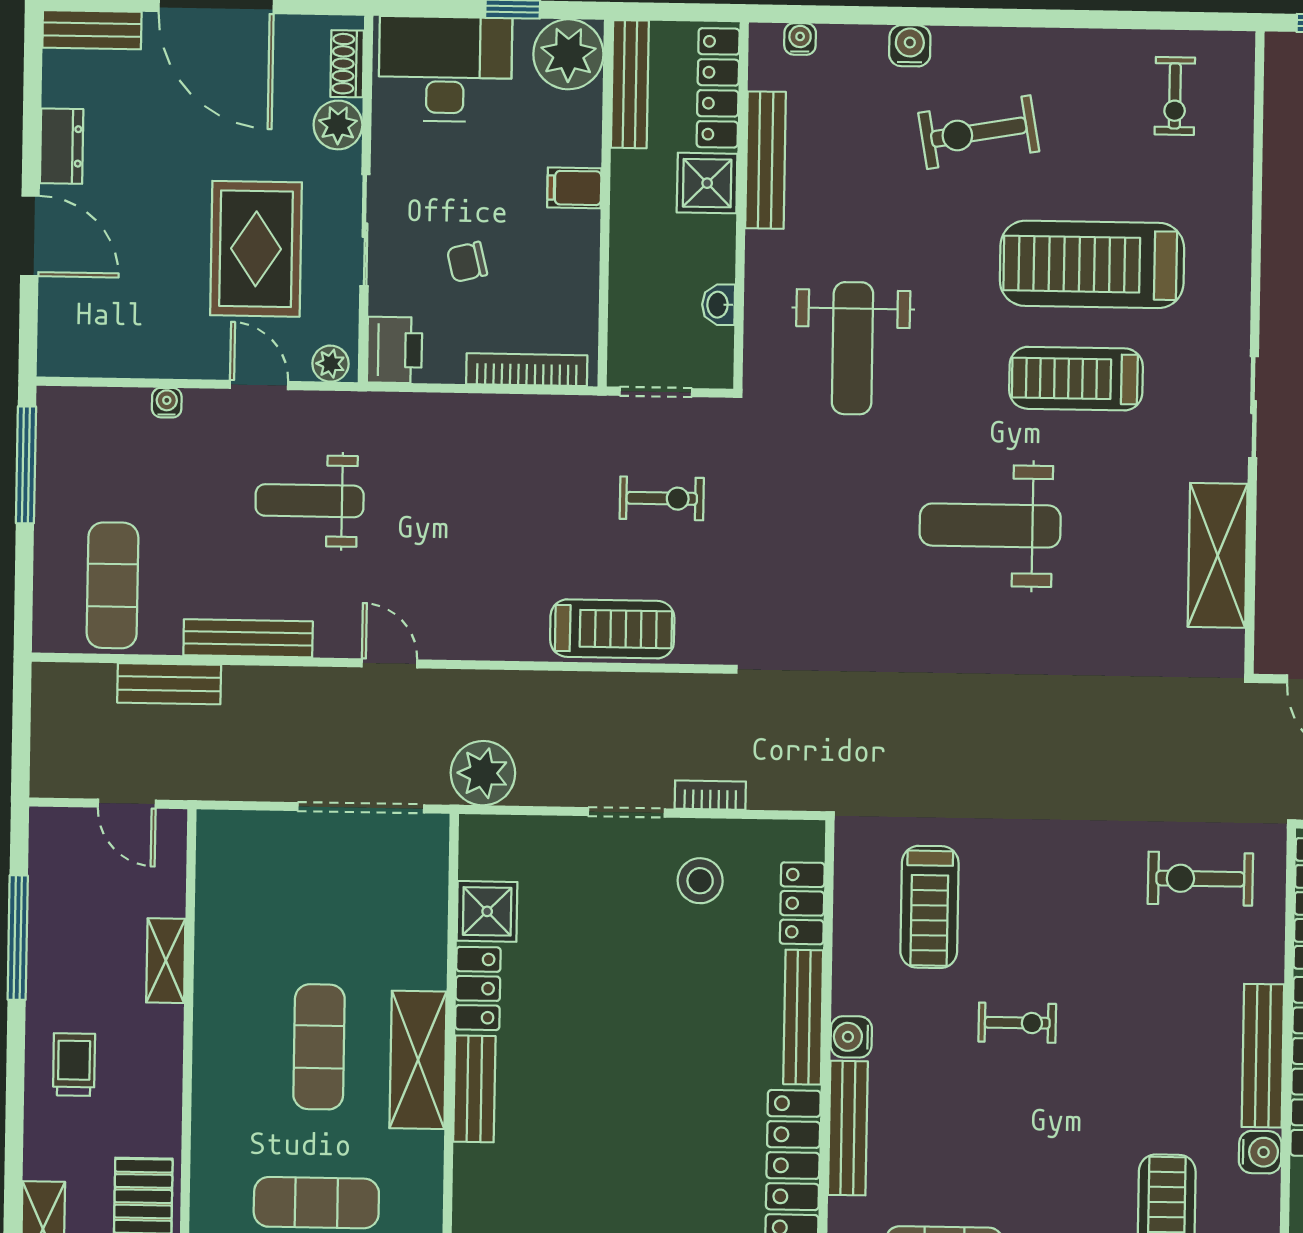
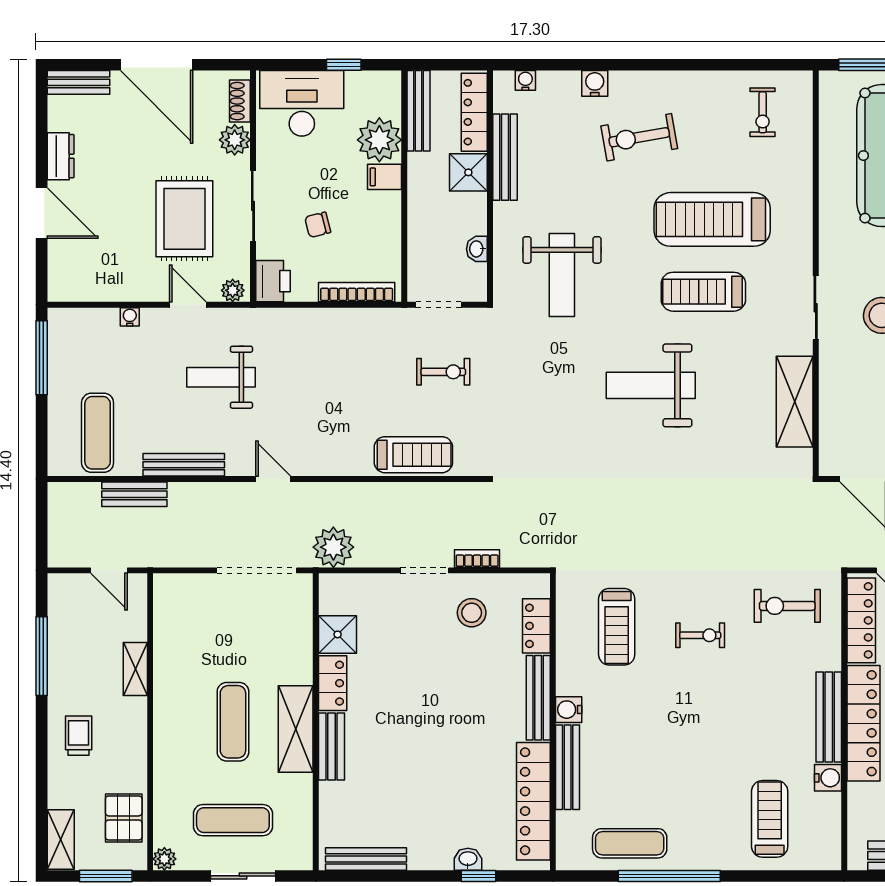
plant: (568, 54) -> (379, 140), moved
exercise bike: (1017, 1023) -> (700, 635), moved

